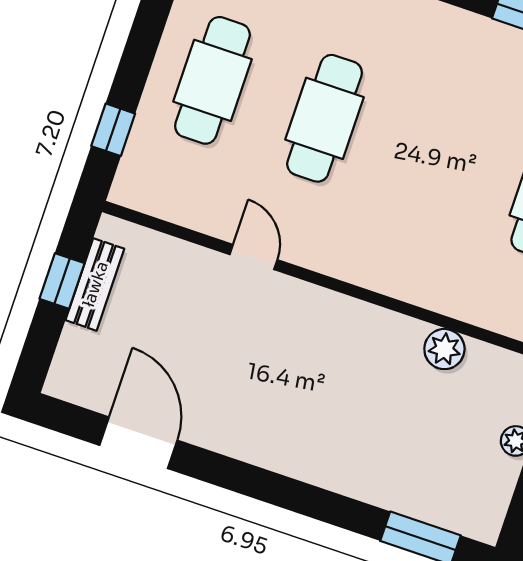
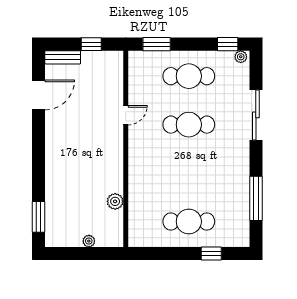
window: (113, 130) -> (157, 44), width x1.50
bench: (95, 284) -> (63, 57), moved

